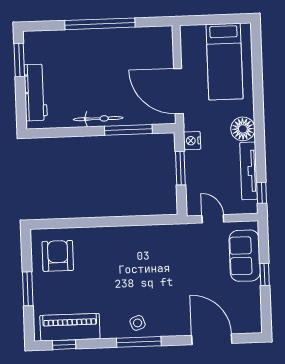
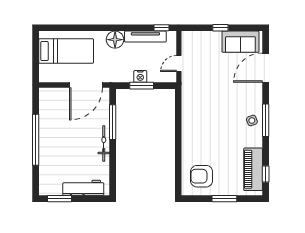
nightstand: (192, 141) -> (140, 76), moved
sofa: (245, 256) -> (240, 42), moved

